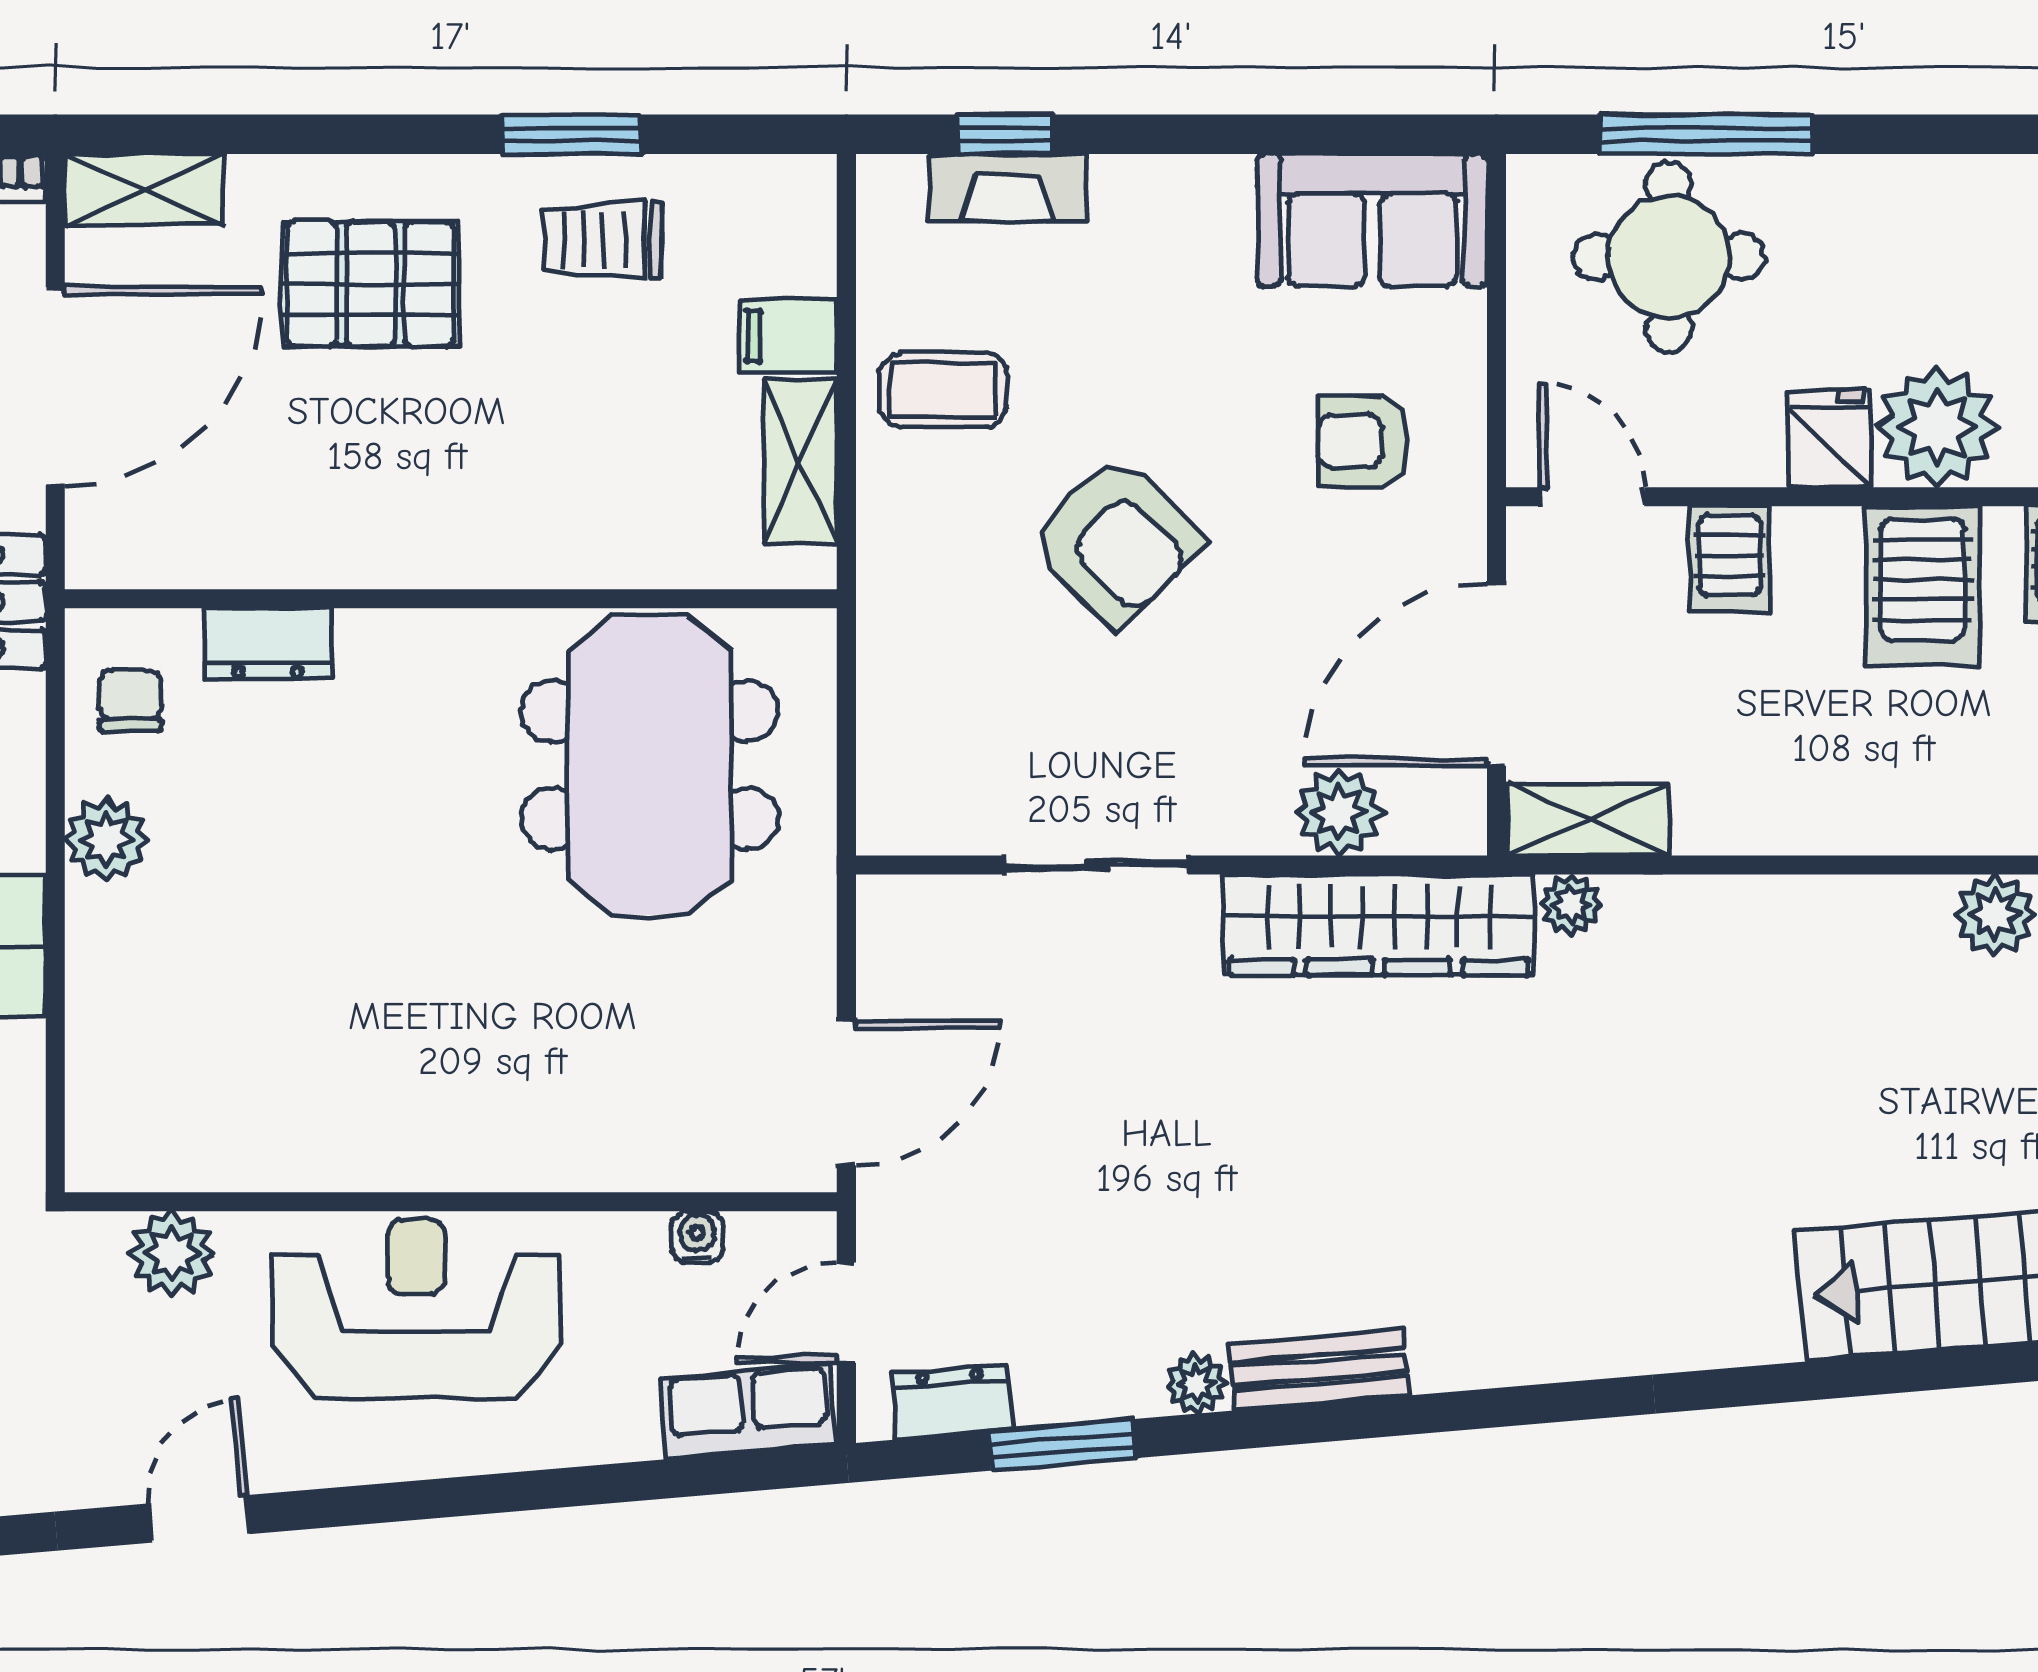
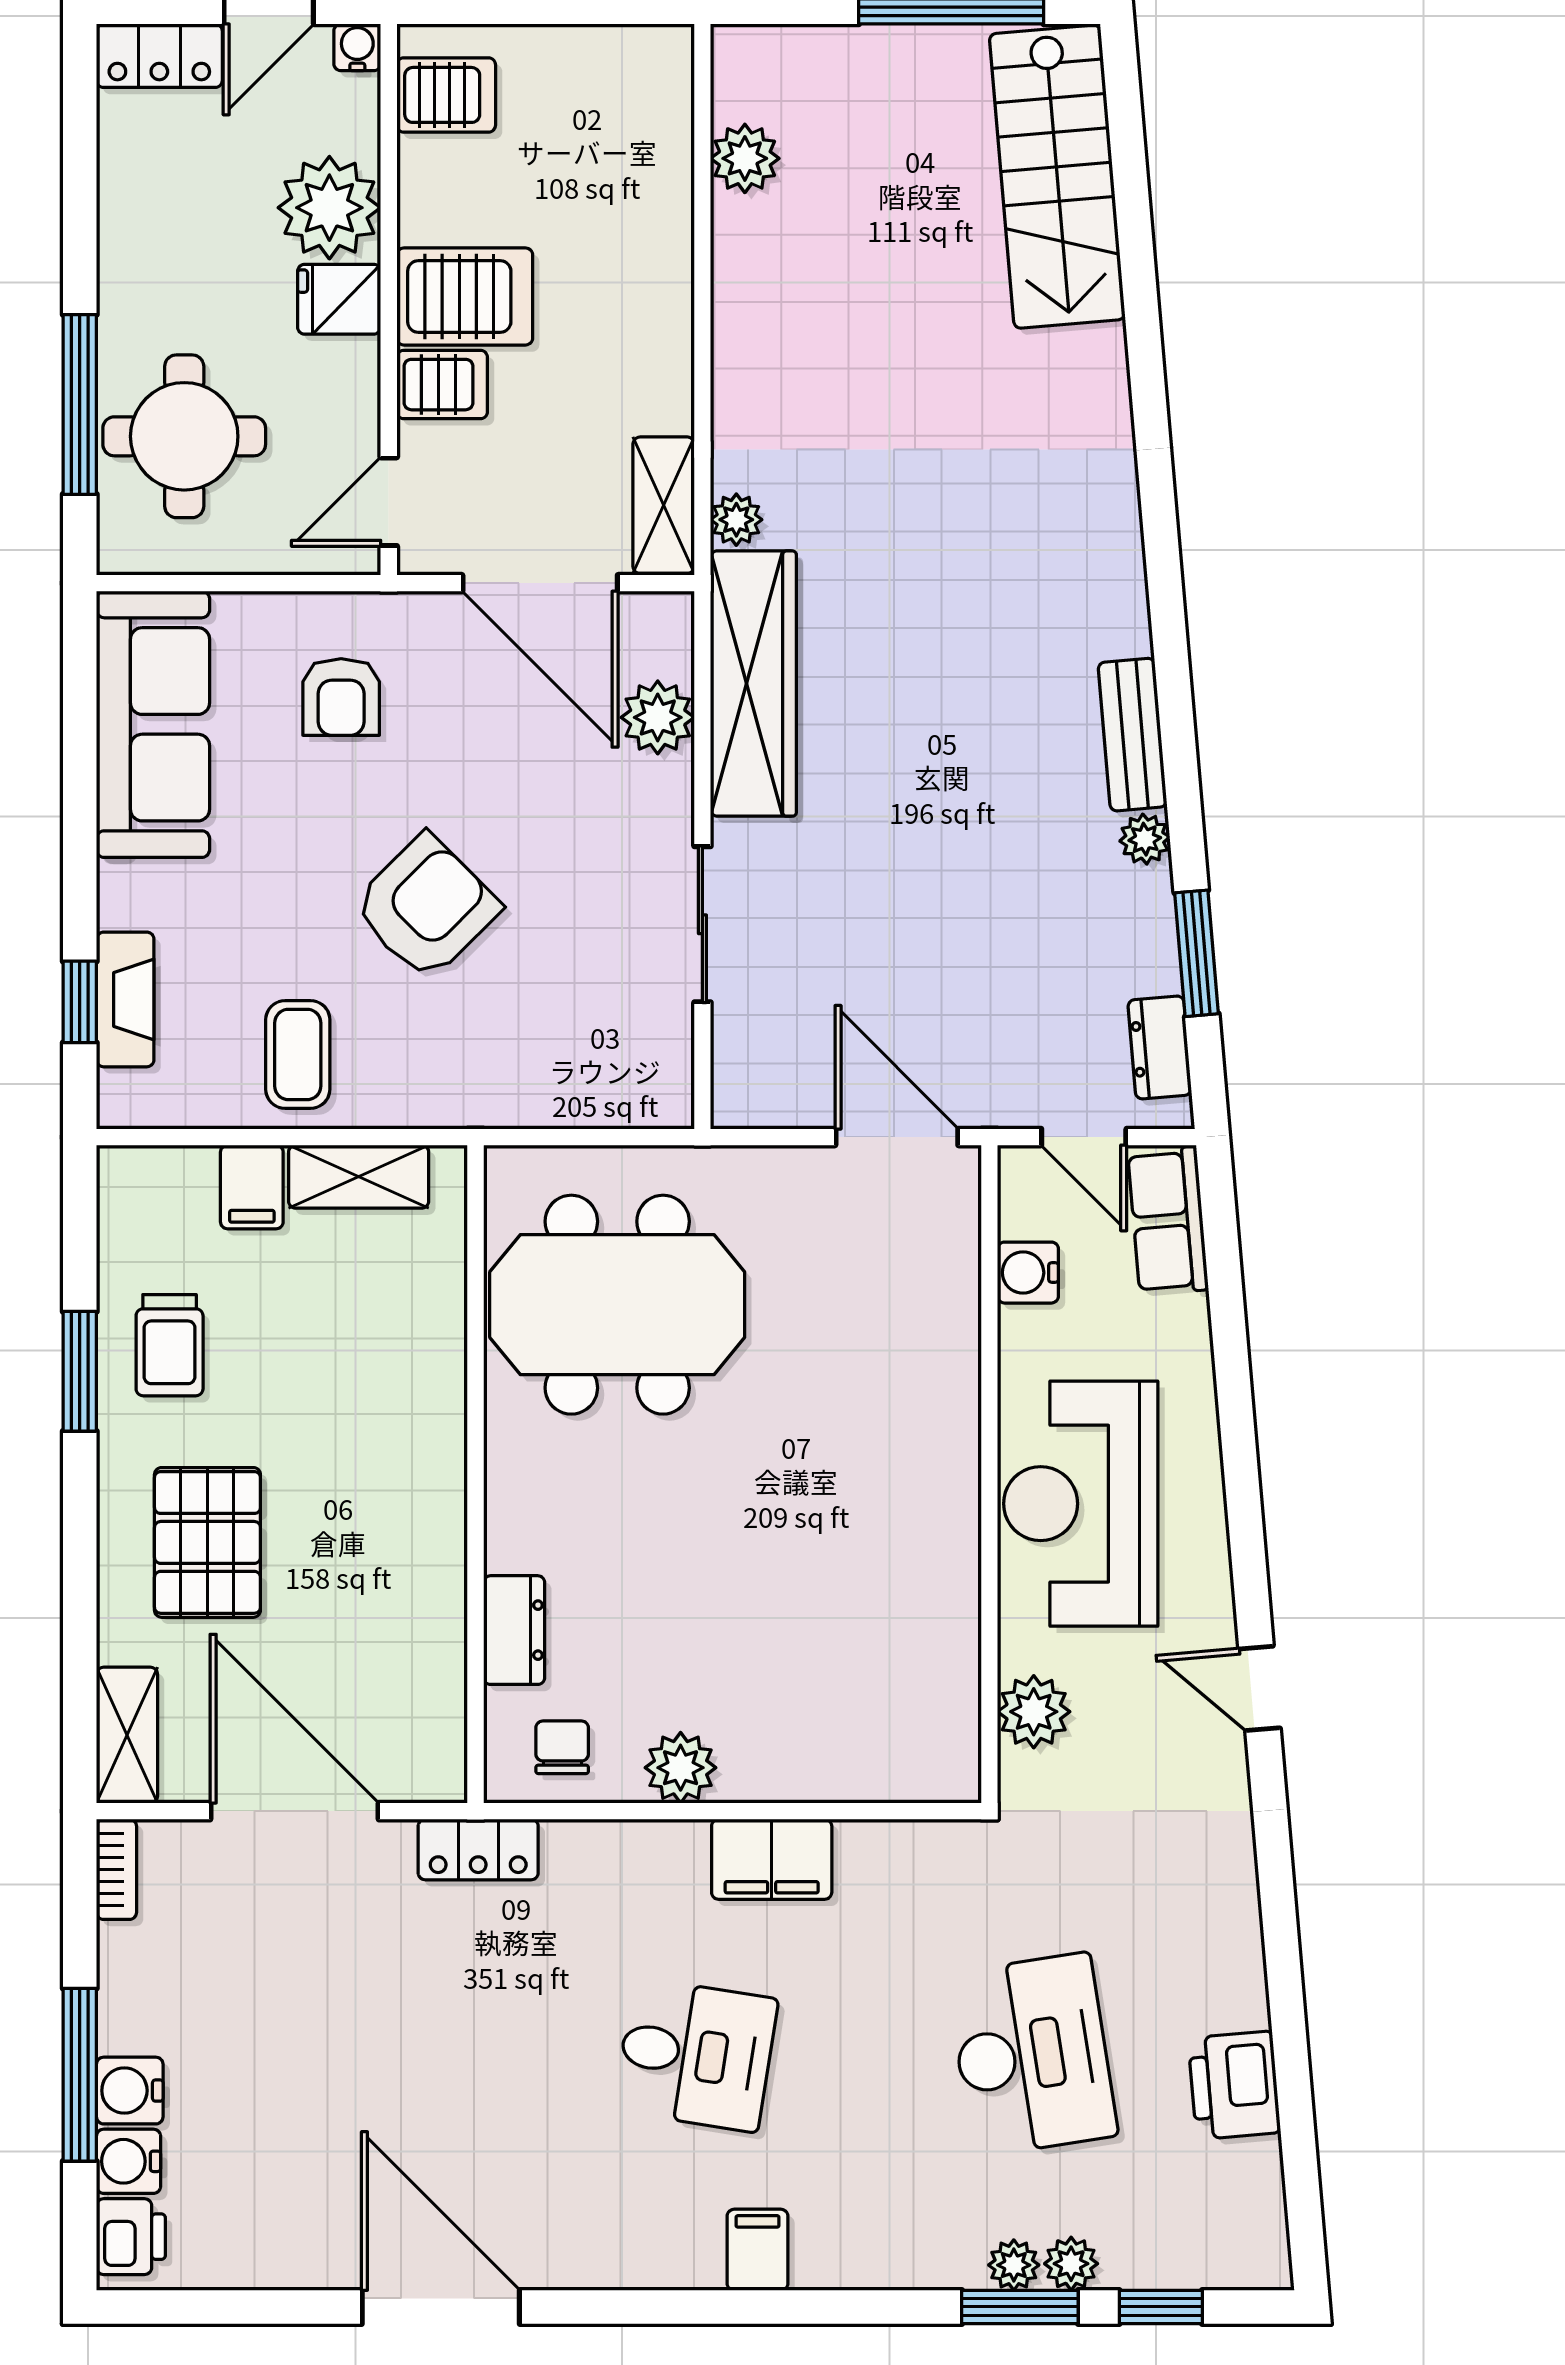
sofa: (1372, 220) -> (153, 724), width x1.36
server rack: (1923, 586) -> (465, 296), moved
chair: (130, 700) -> (562, 1747), turned 90
water cooler: (697, 1237) -> (1028, 1273), width x1.38, depth x1.38

